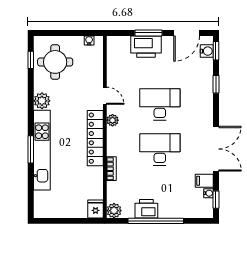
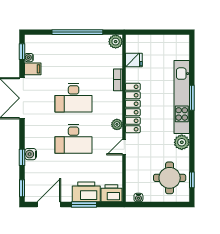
water cooler: (207, 51) -> (31, 154), moved
door: (105, 96) -> (124, 147), hinge flipped
fridge: (96, 209) -> (134, 60), moved, turned -90
printer: (146, 209) -> (111, 193), moved, turned 180

